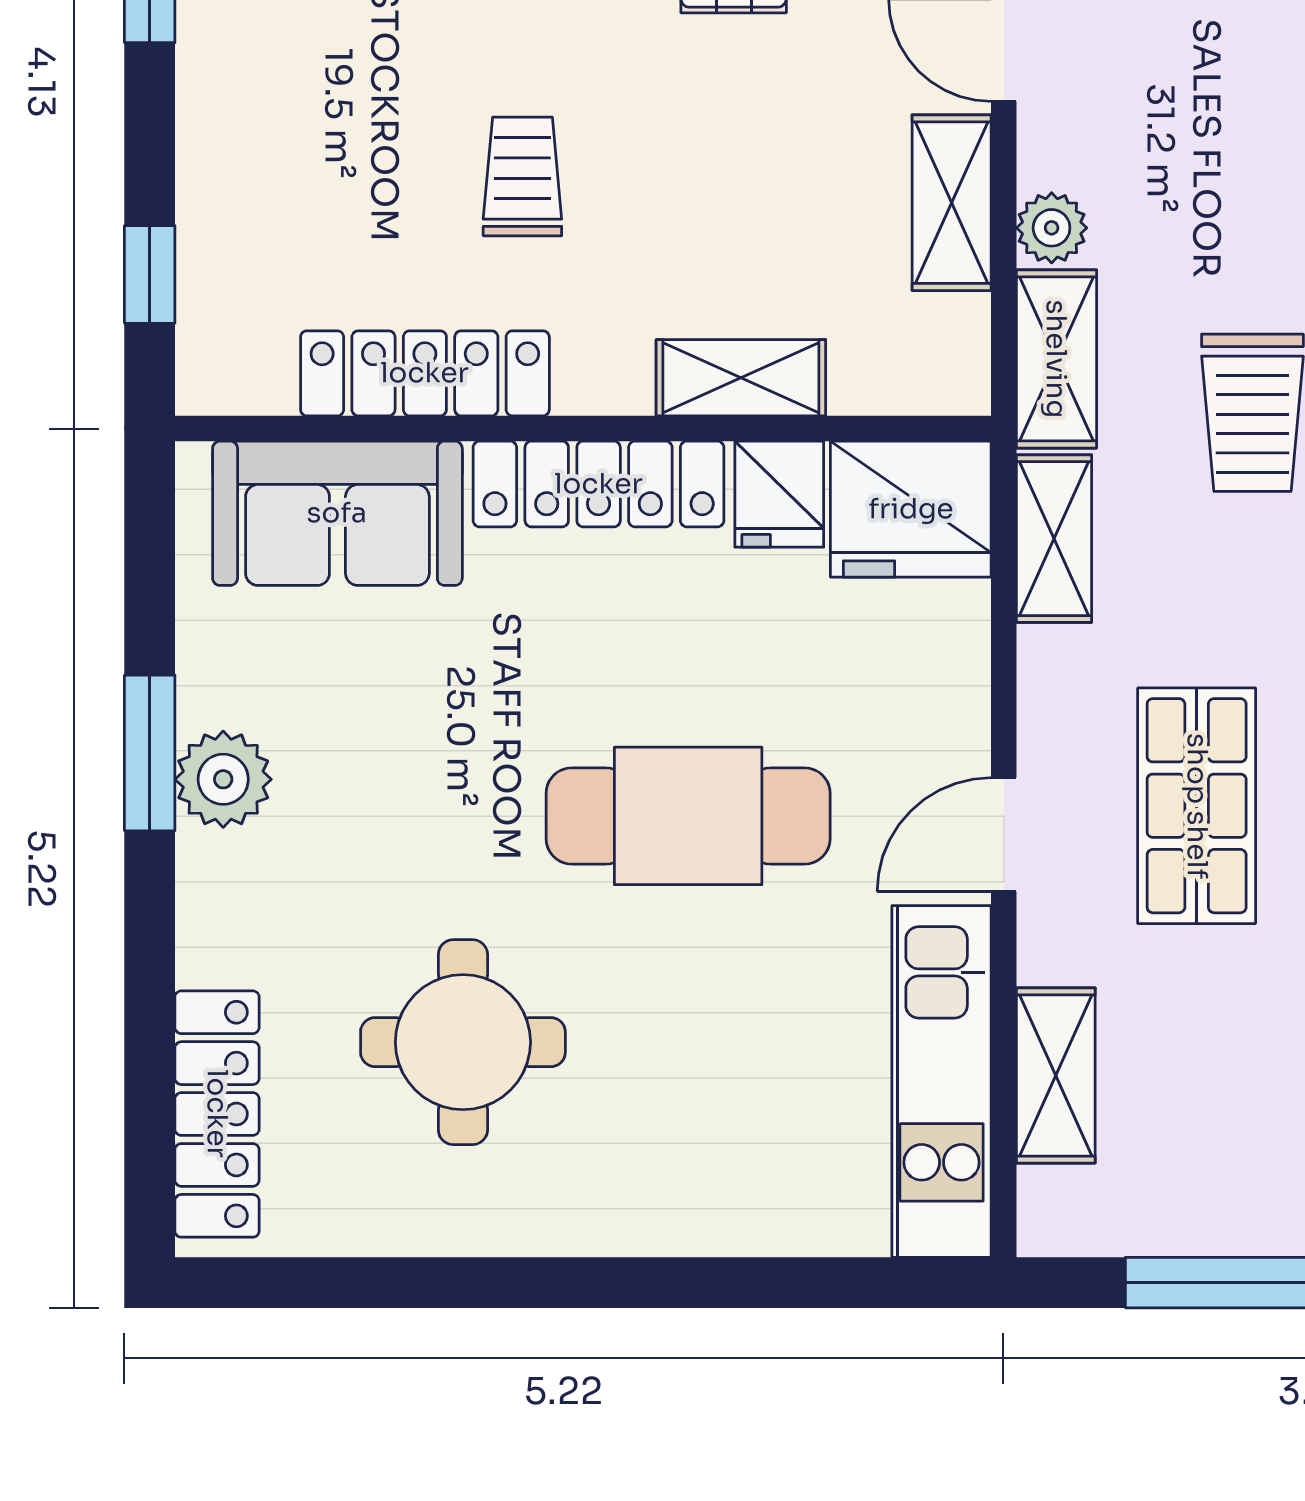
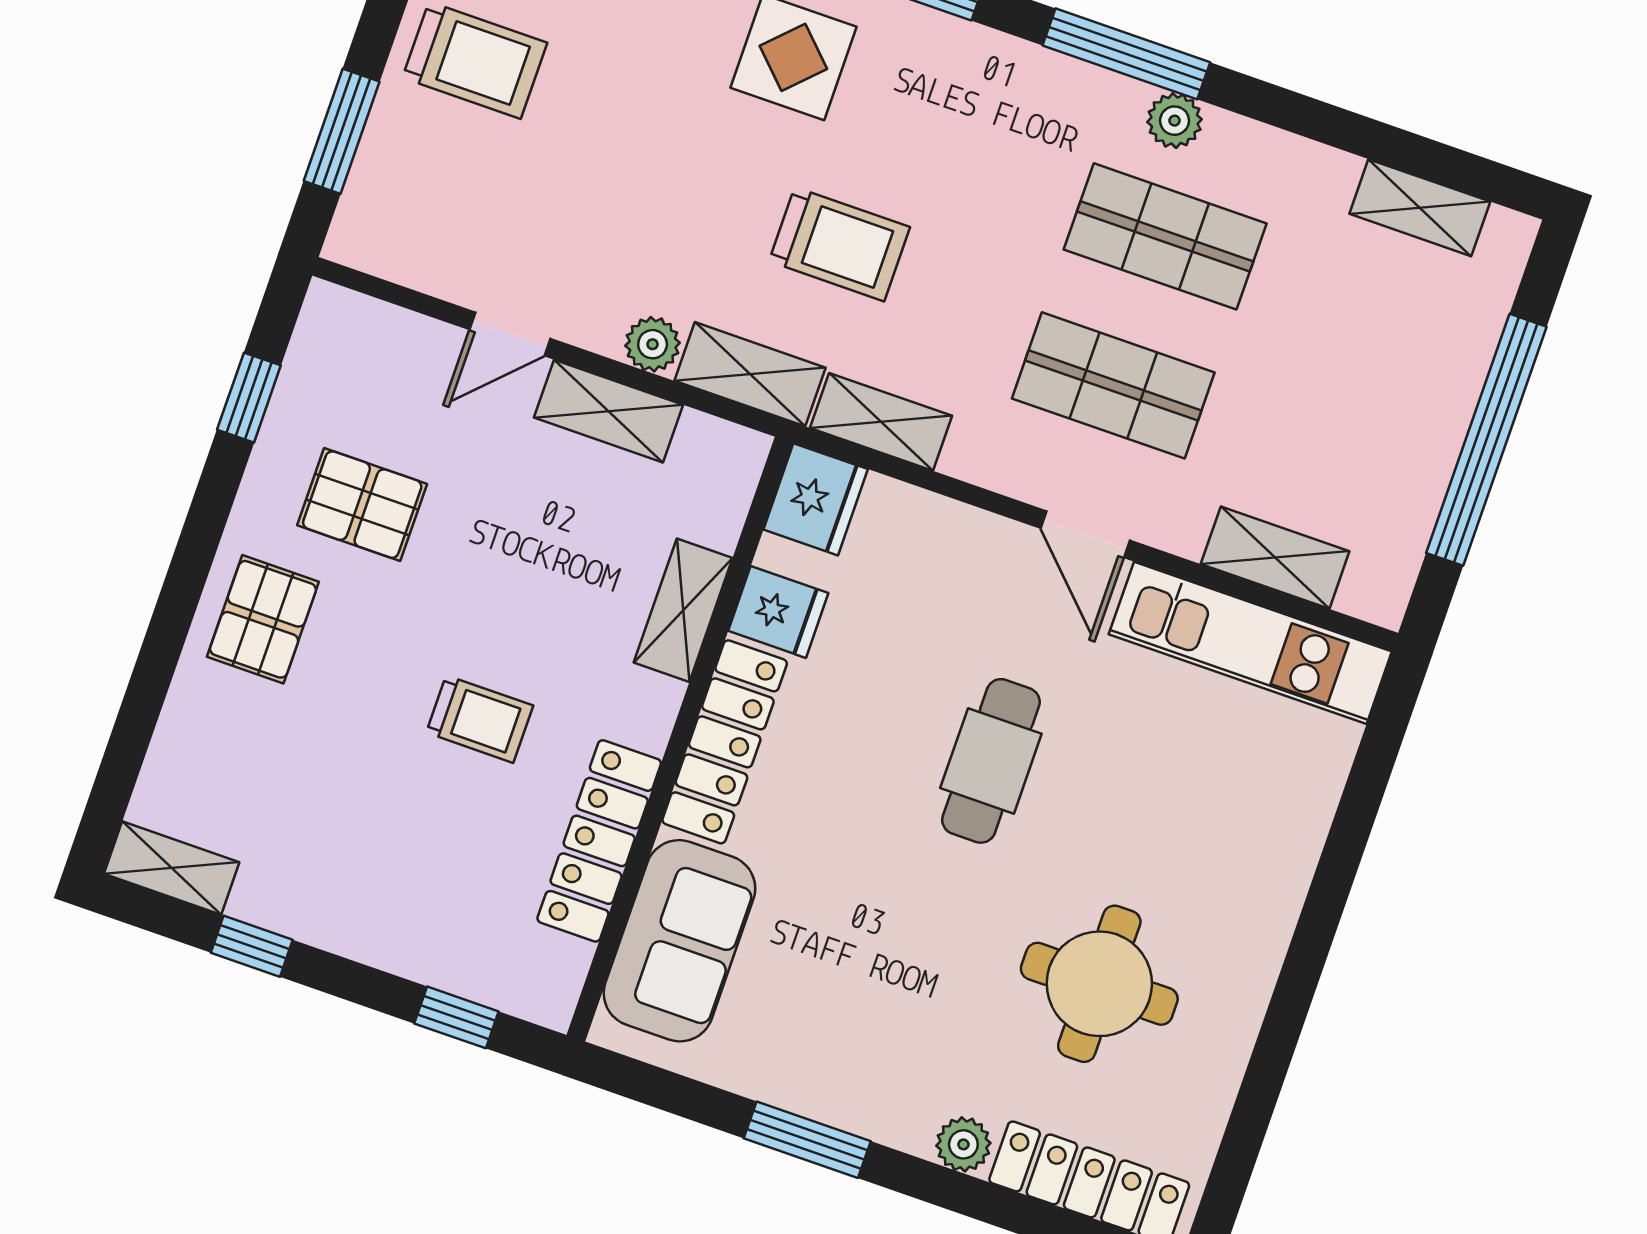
trolley: (522, 176) -> (480, 719), turned 180
fridge: (911, 509) -> (816, 499), width x0.73, depth x0.75
plant: (223, 779) -> (963, 1144), moved, width x0.73, depth x0.73
cafe table: (688, 816) -> (991, 761), width x0.73, depth x0.74

